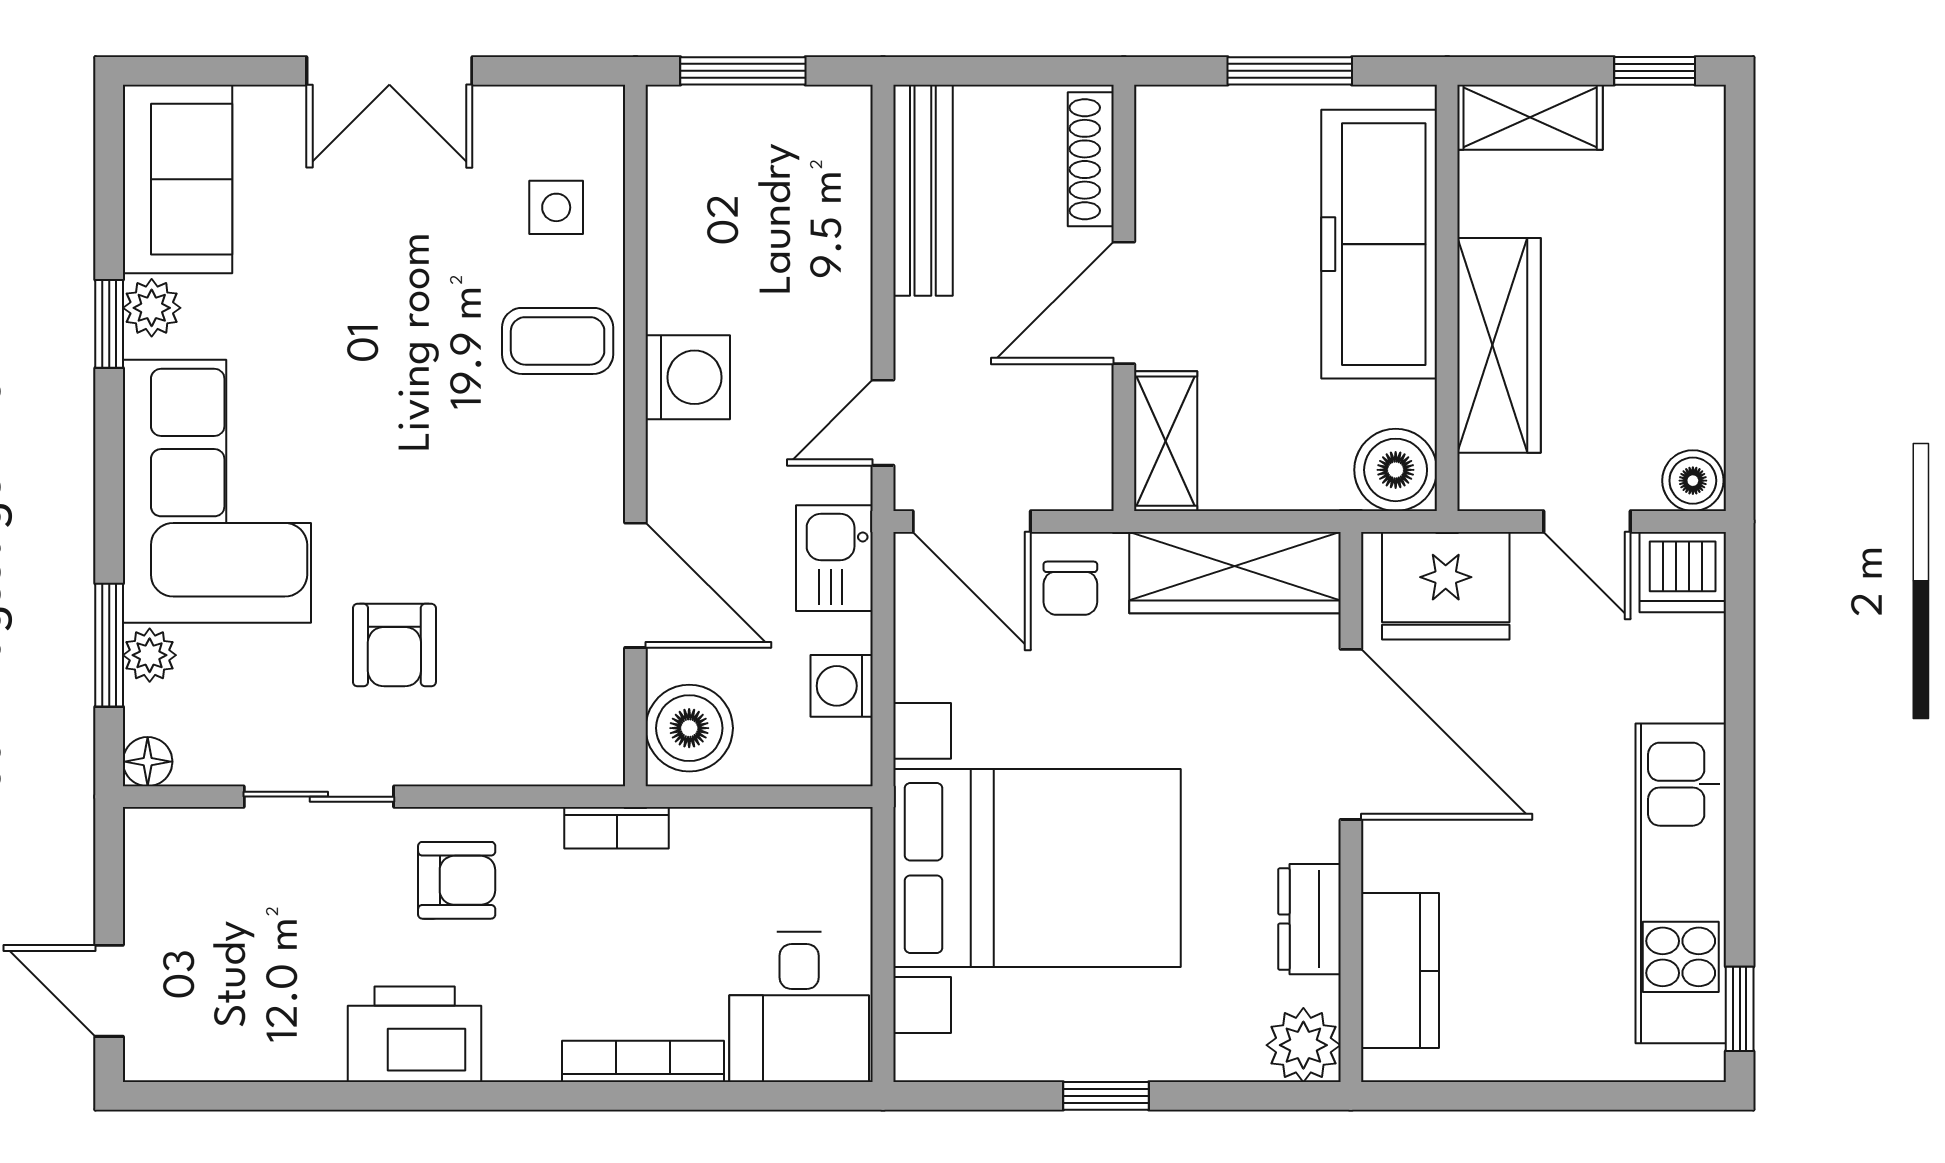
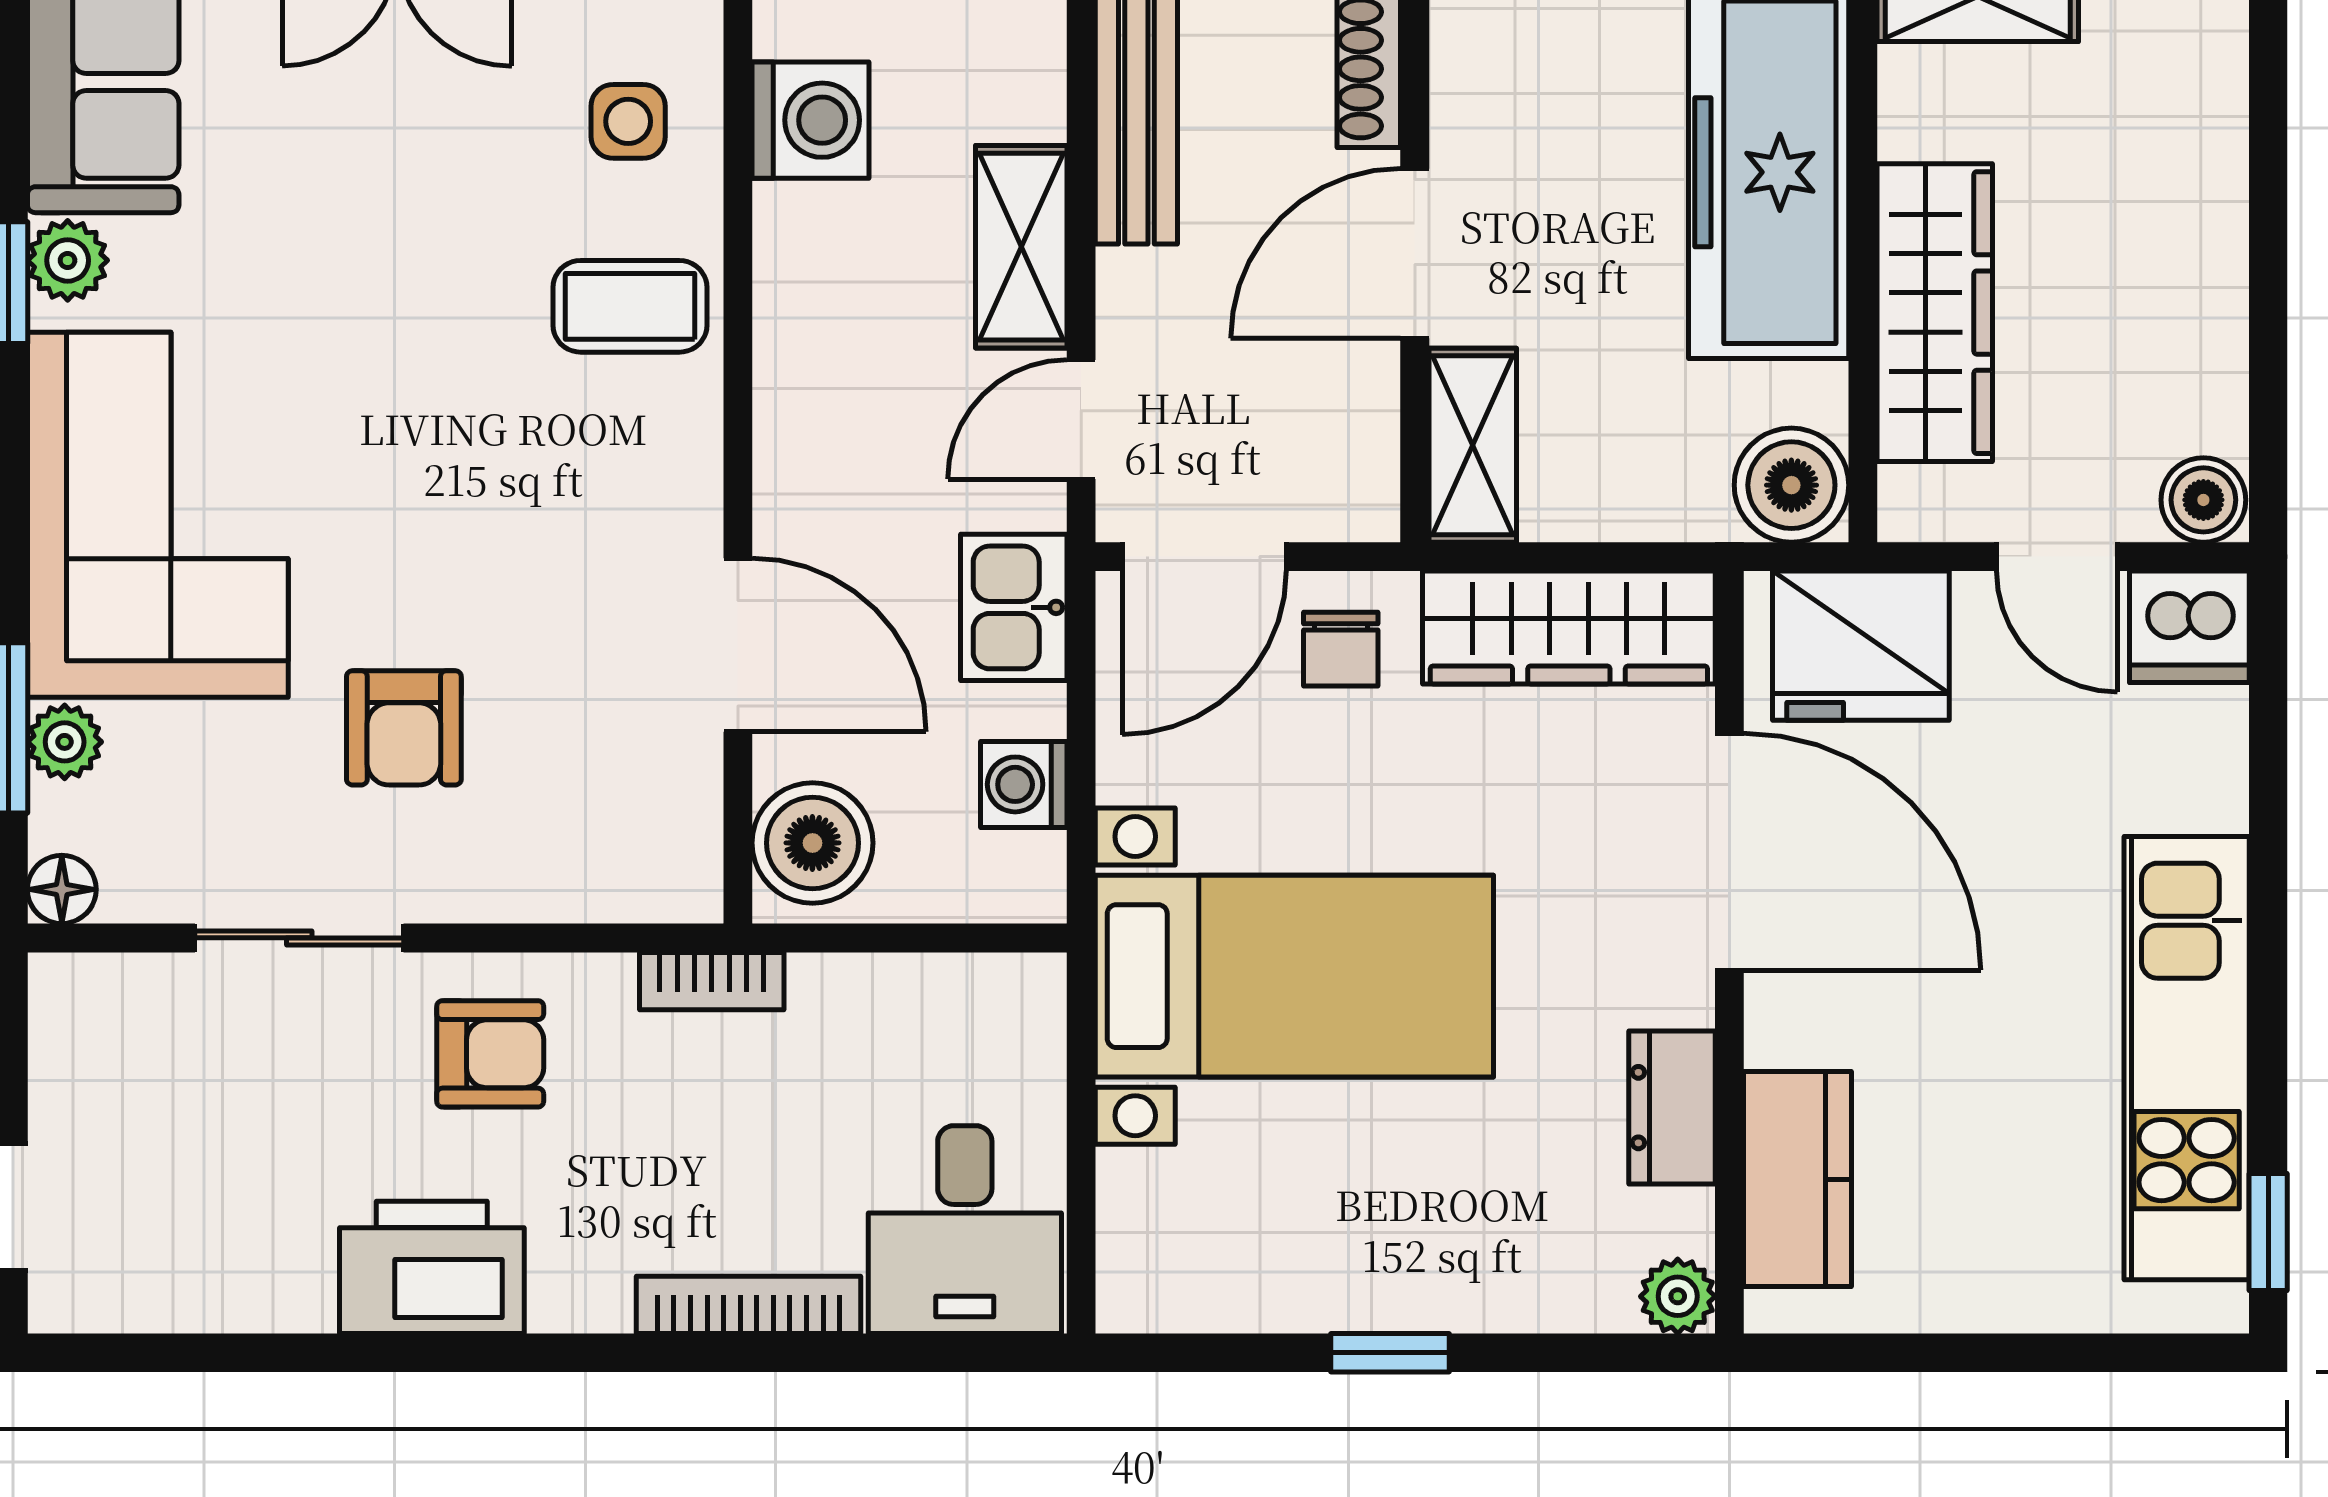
shelving: (840, 298) -> (1021, 247), added
washing machine: (688, 377) -> (810, 120), moved
door: (972, 521) -> (1204, 557), hinge flipped
bed with nightstands: (1037, 868) -> (1294, 976), width x0.73
plant: (1303, 1045) -> (1678, 1296), width x0.73, depth x0.73

